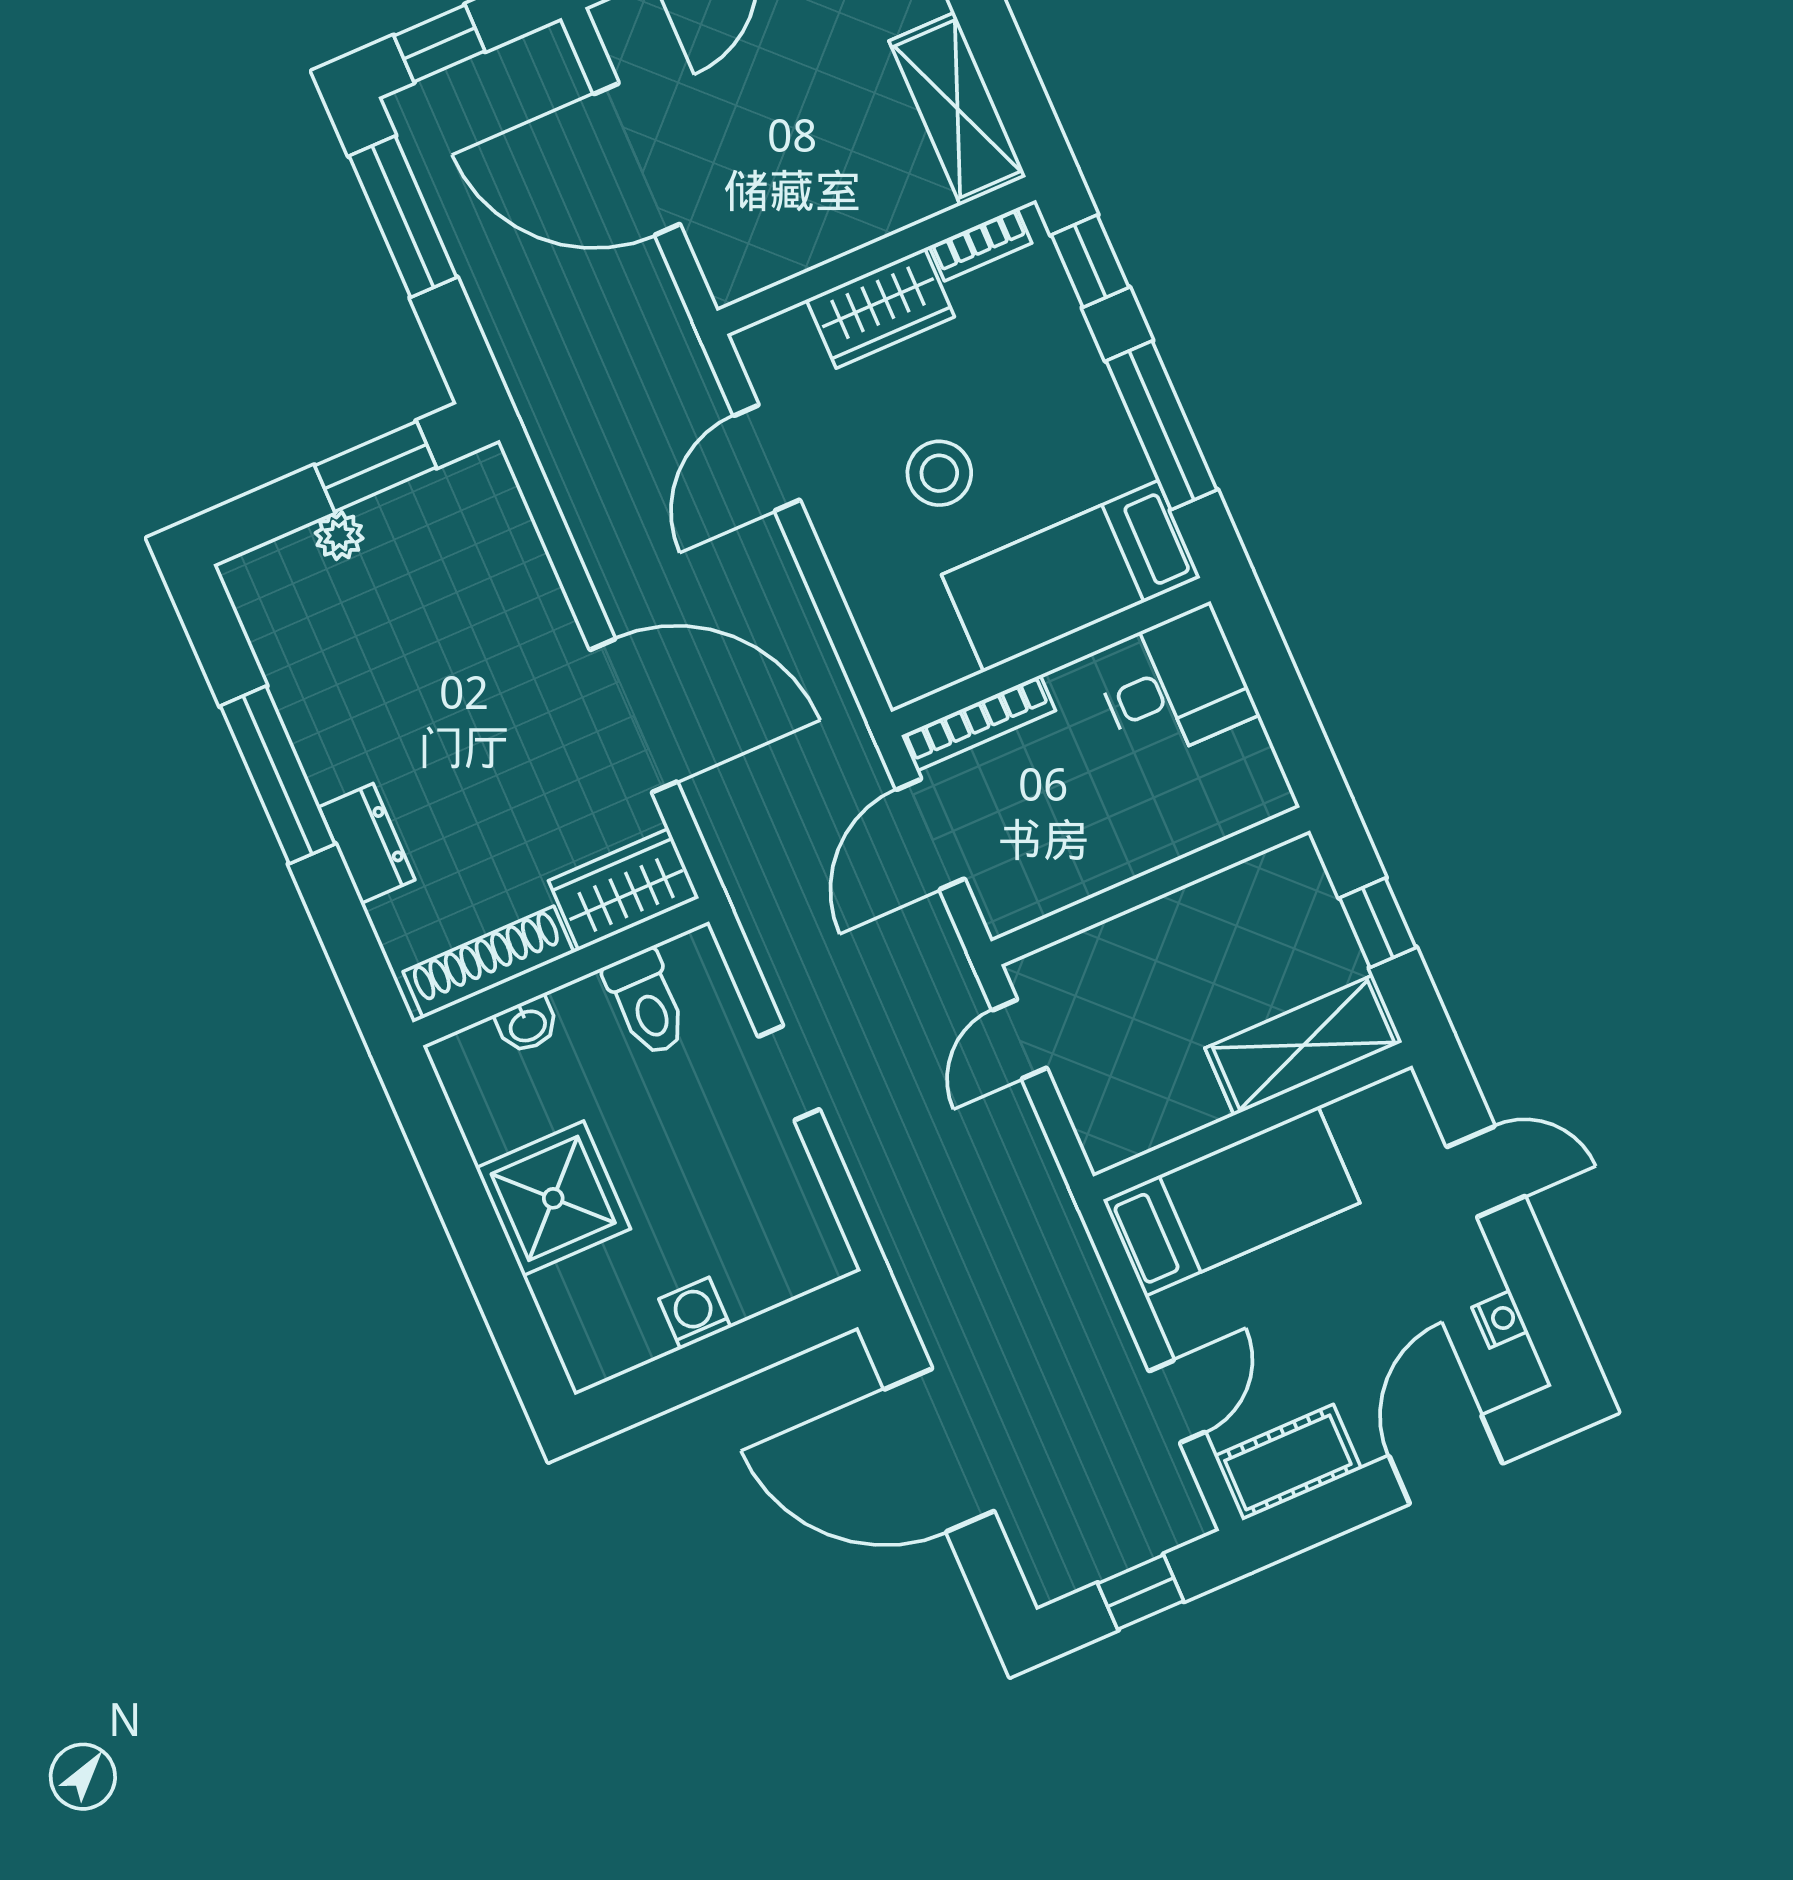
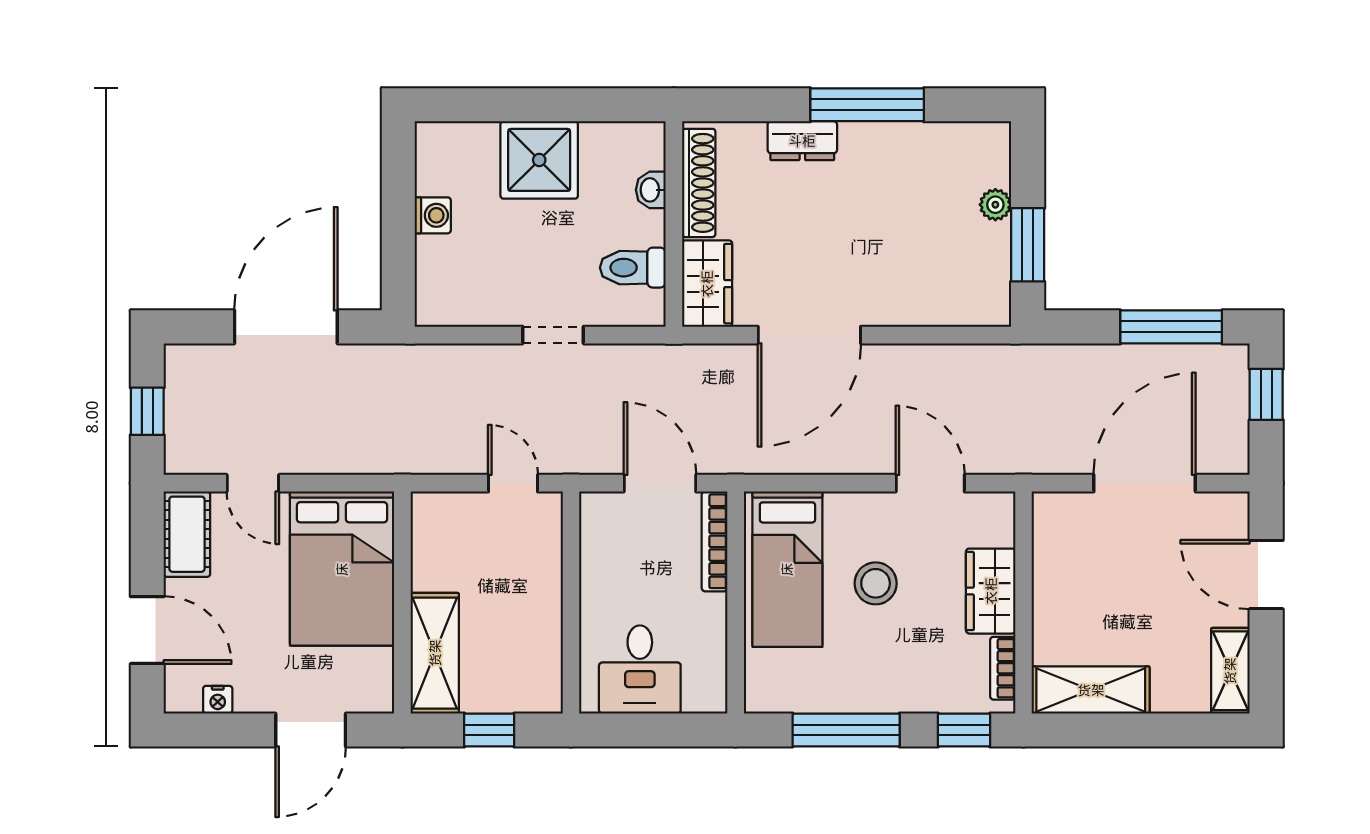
bed: (1071, 576) -> (787, 569), moved, turned 180
desk: (1174, 685) -> (640, 669), moved
door: (1486, 1172) -> (311, 730), width x1.38
bed: (1231, 1201) -> (342, 569), width x1.50

